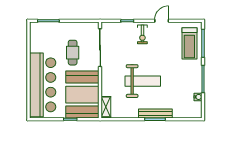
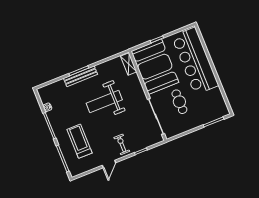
treadmill: (189, 43) -> (80, 141), moved

